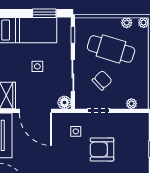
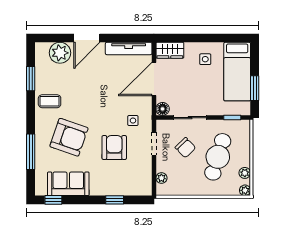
side table: (37, 66) -> (205, 59), moved

